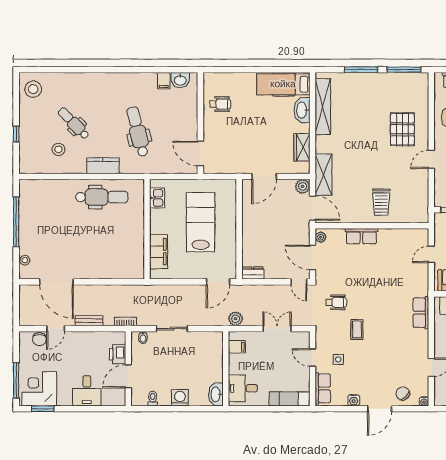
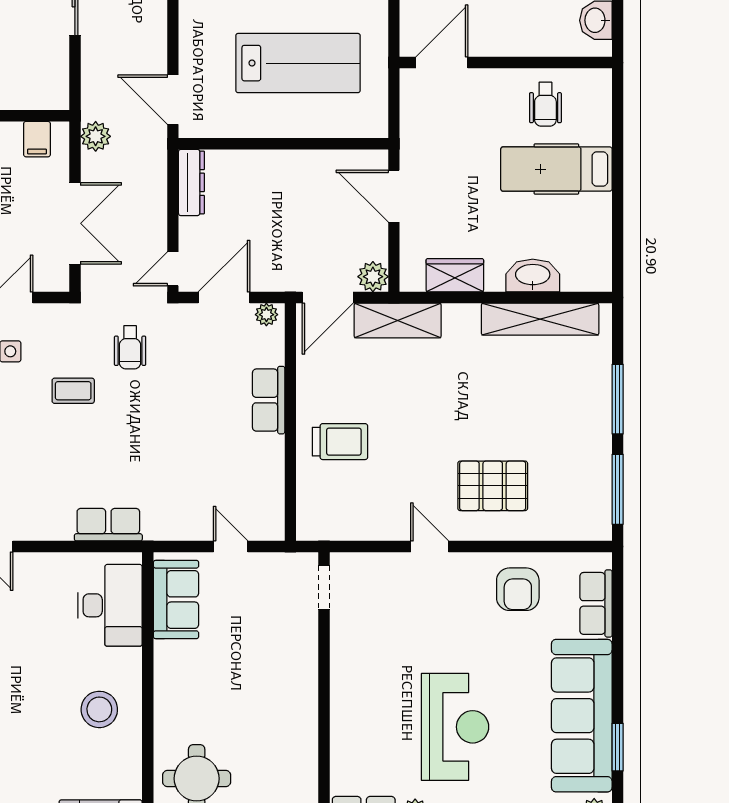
hospital bed: (283, 84) -> (556, 169), moved, turned -90
trolley: (381, 202) -> (340, 442), turned 180
dresser: (253, 273) -> (191, 182), width x1.44
double door: (277, 329) -> (75, 223), width x1.37

